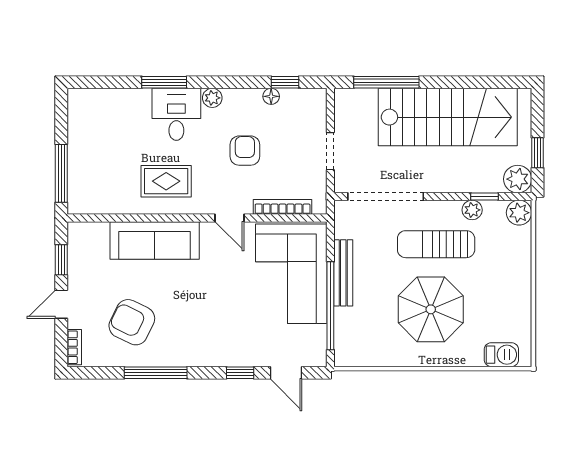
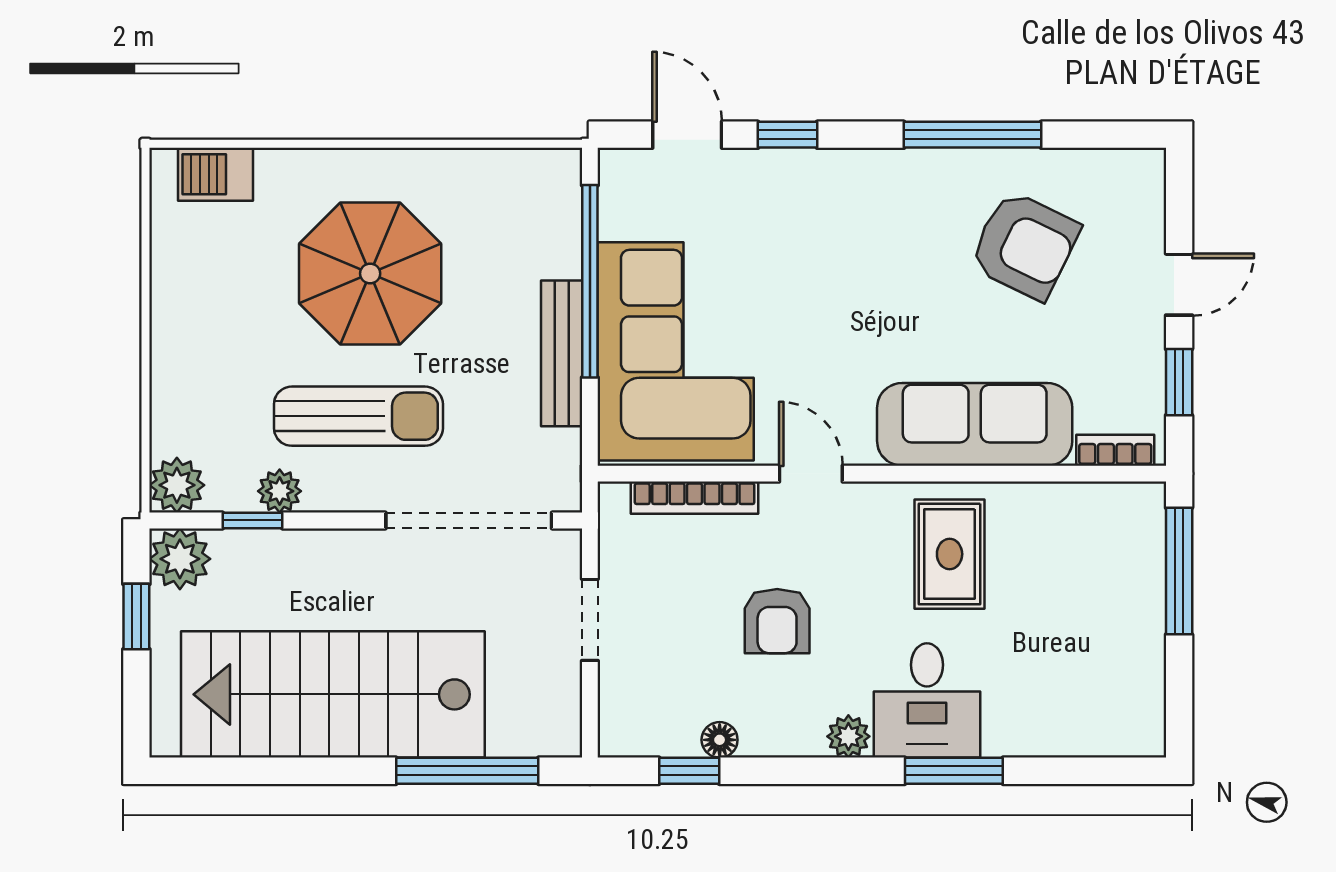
rug: (166, 181) -> (950, 554), turned 90
bookcase: (74, 347) -> (1115, 450), moved, turned 90

